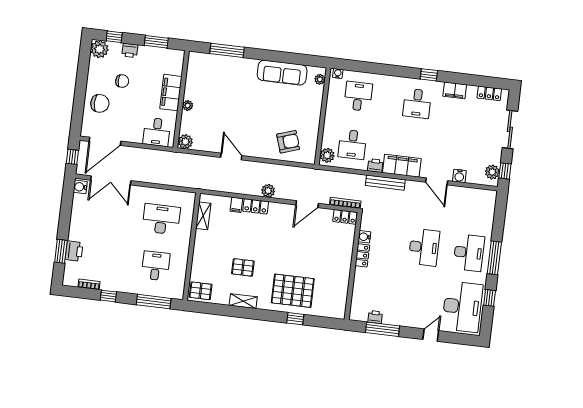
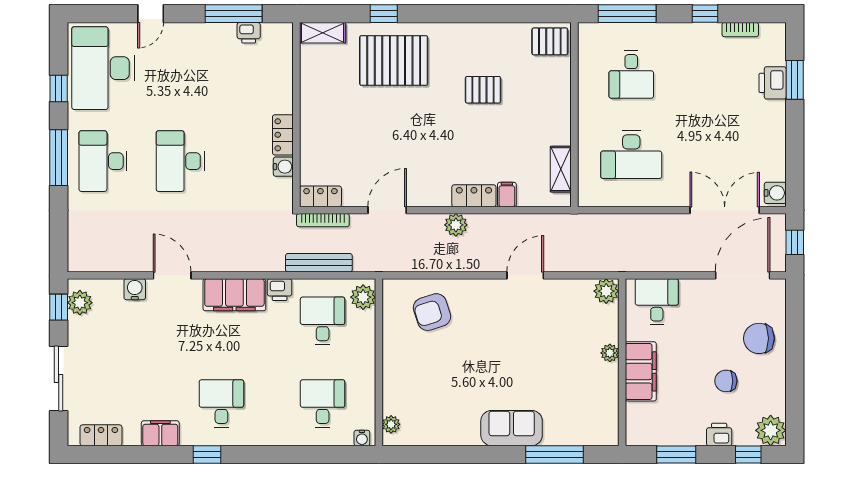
sofa: (282, 73) -> (512, 428), moved, width x0.73
desk: (358, 96) -> (323, 404), turned 180
door: (231, 157) -> (525, 275), swing flipped
bench: (385, 183) -> (319, 263), moved
shelving: (243, 301) -> (323, 33), moved

